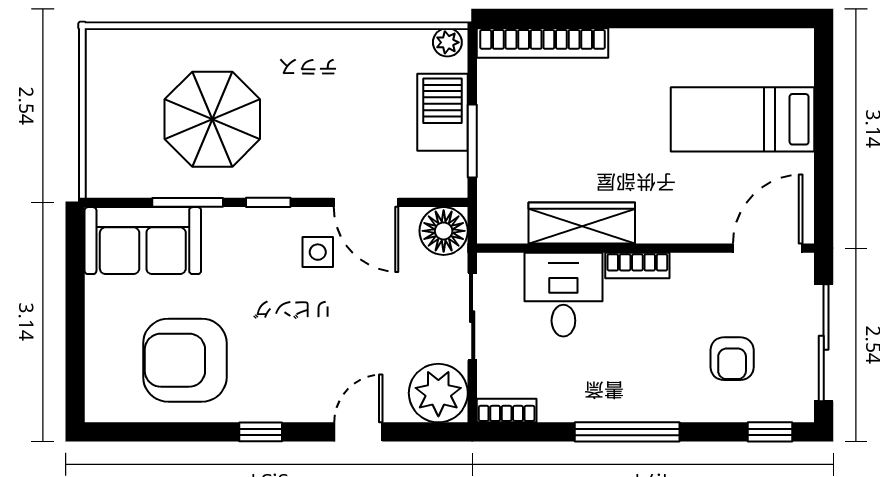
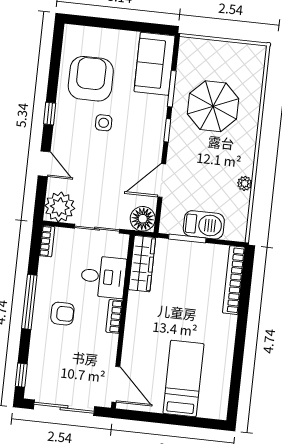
plant: (447, 42) -> (245, 183), moved
wardrobe: (582, 223) -> (142, 264), moved
side table: (318, 252) -> (104, 123), moved
armchair: (732, 359) -> (62, 314), moved, turned 180

